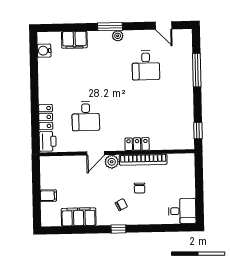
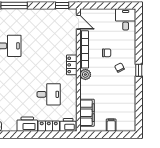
printer: (47, 90) -> (27, 124), added
locker: (137, 144) -> (72, 65), moved
door: (96, 153) -> (78, 22), moved
filing cabinet: (79, 217) -> (87, 113), moved, turned 180

